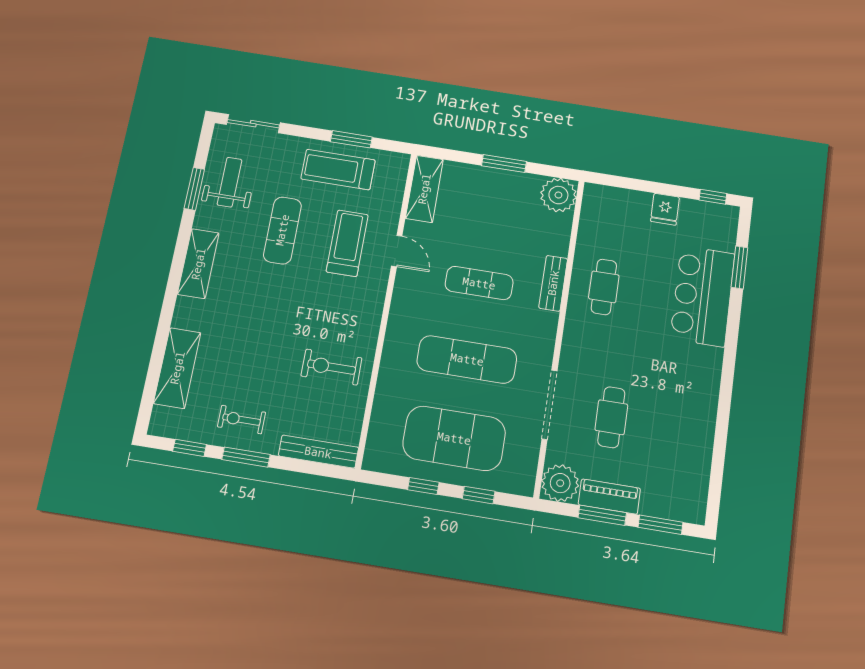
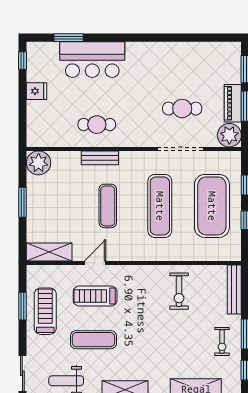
treadmill: (338, 169) -> (45, 311), turned 180

